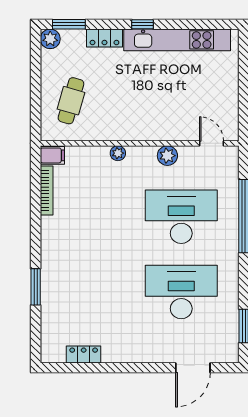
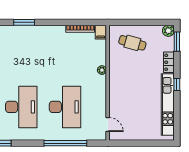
door: (212, 143) -> (108, 124), hinge flipped
plant: (167, 156) -> (101, 99), removed

